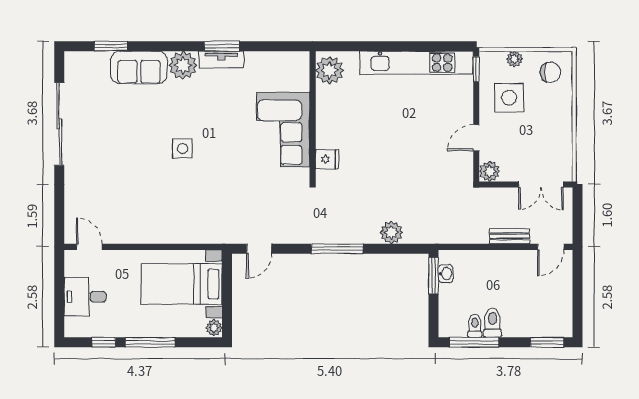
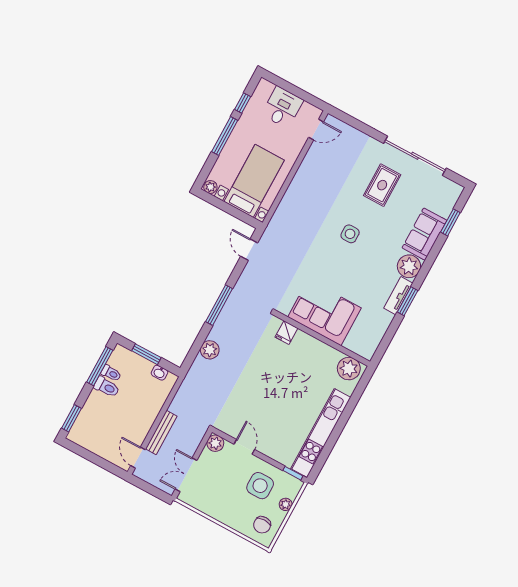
rug: (111, 142) -> (382, 185), added
bench: (510, 236) -> (161, 432), width x1.36
window: (433, 276) -> (146, 354), moved

